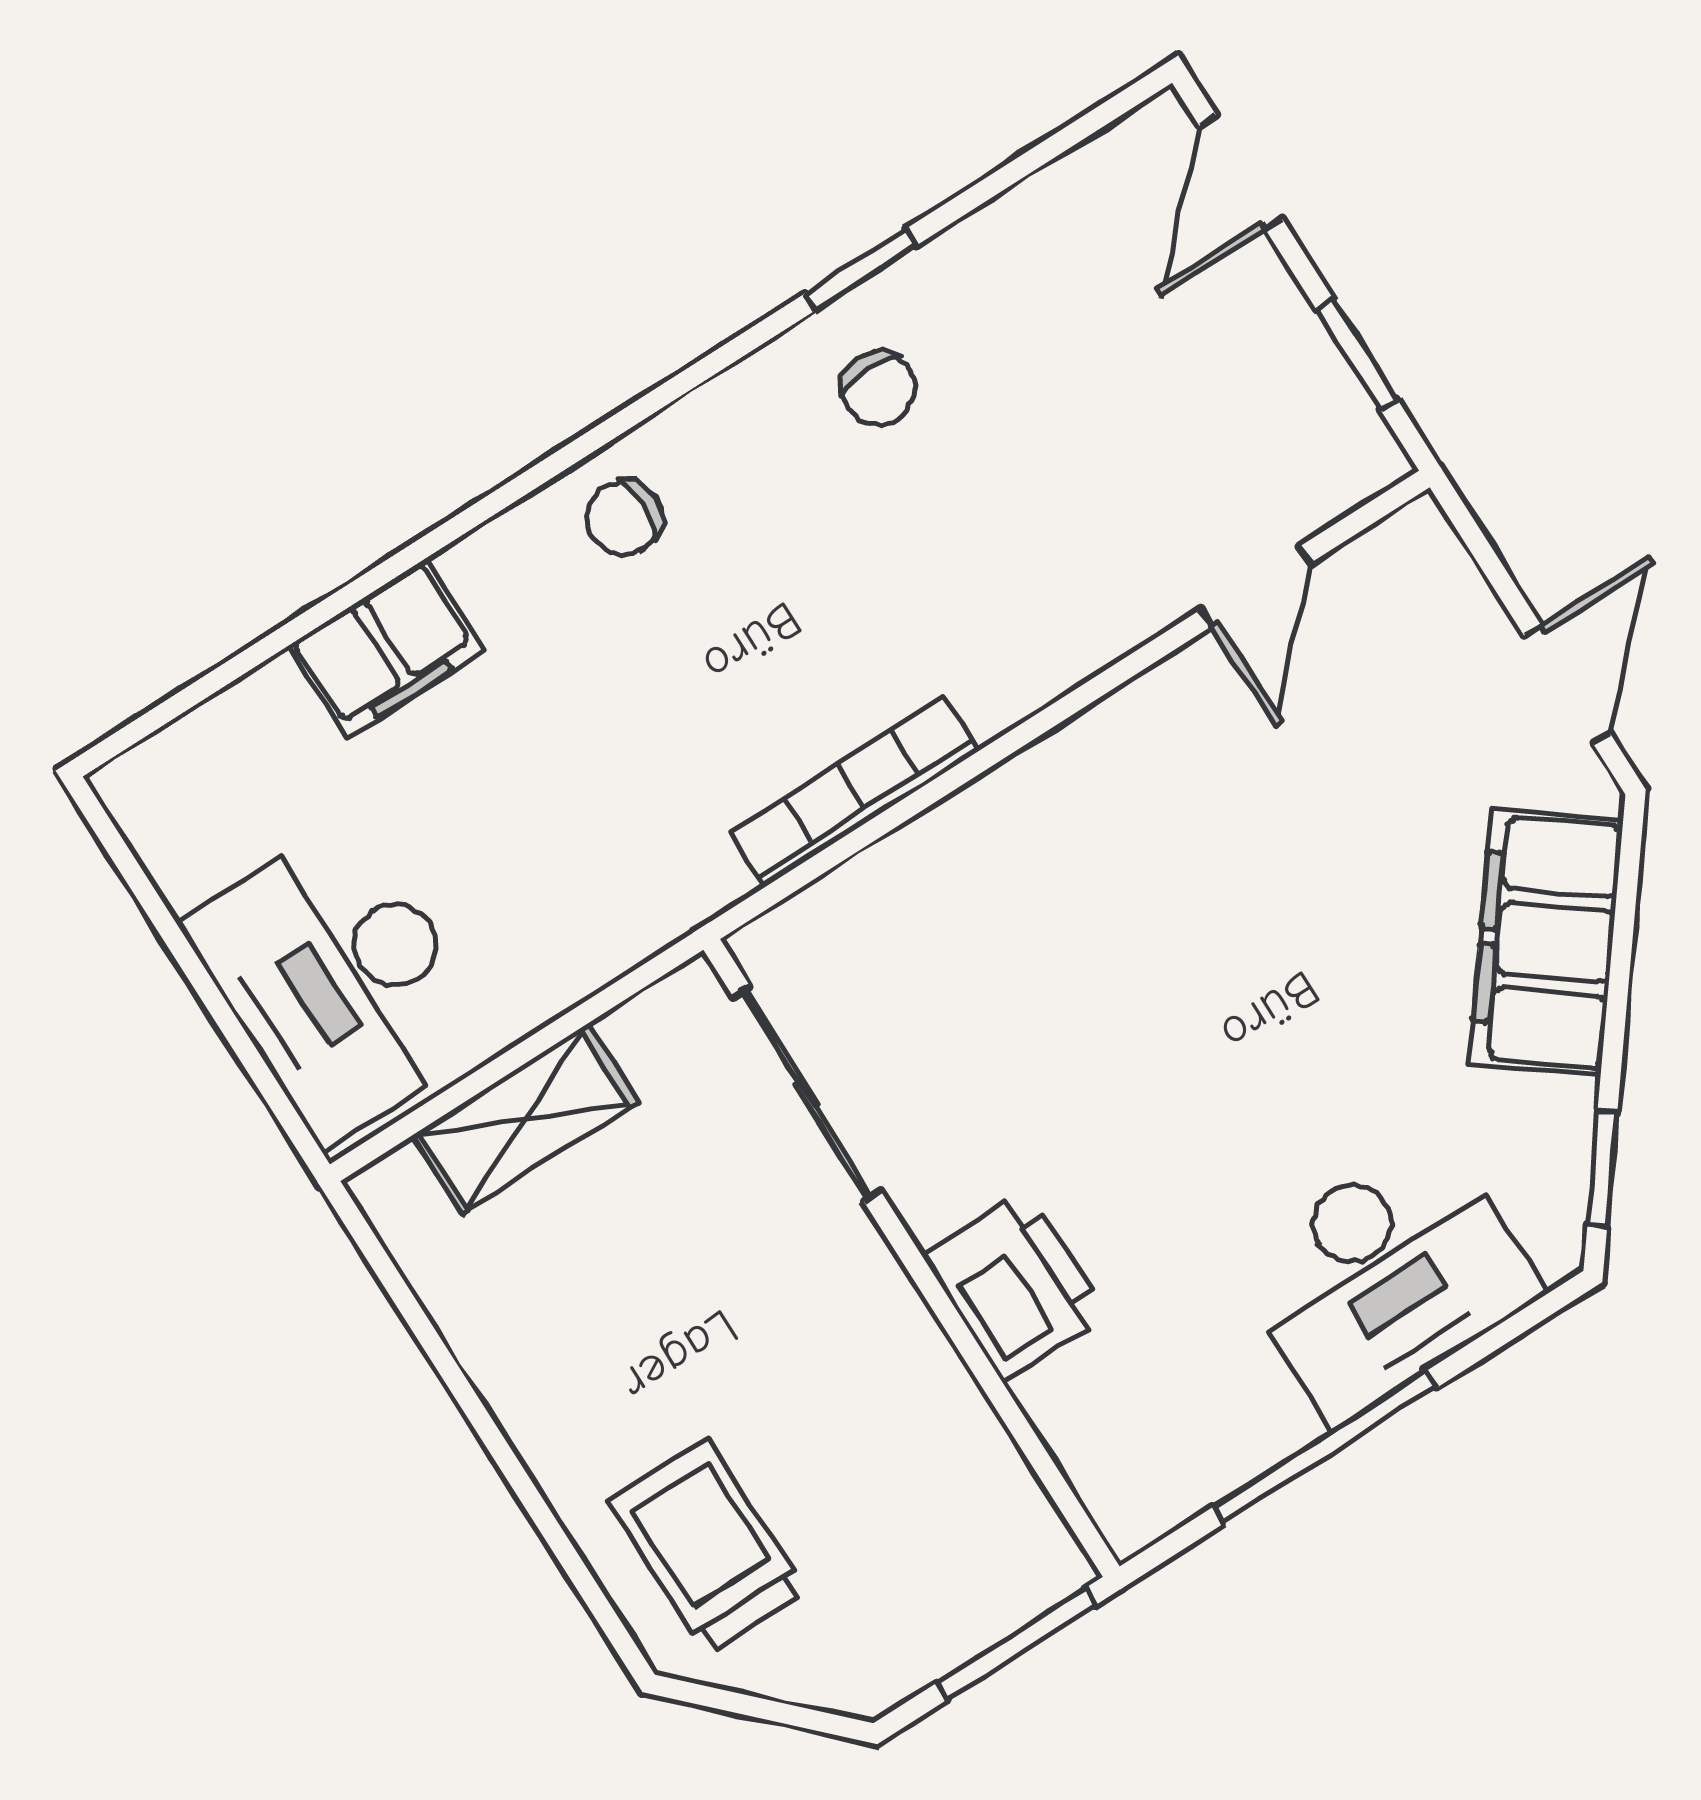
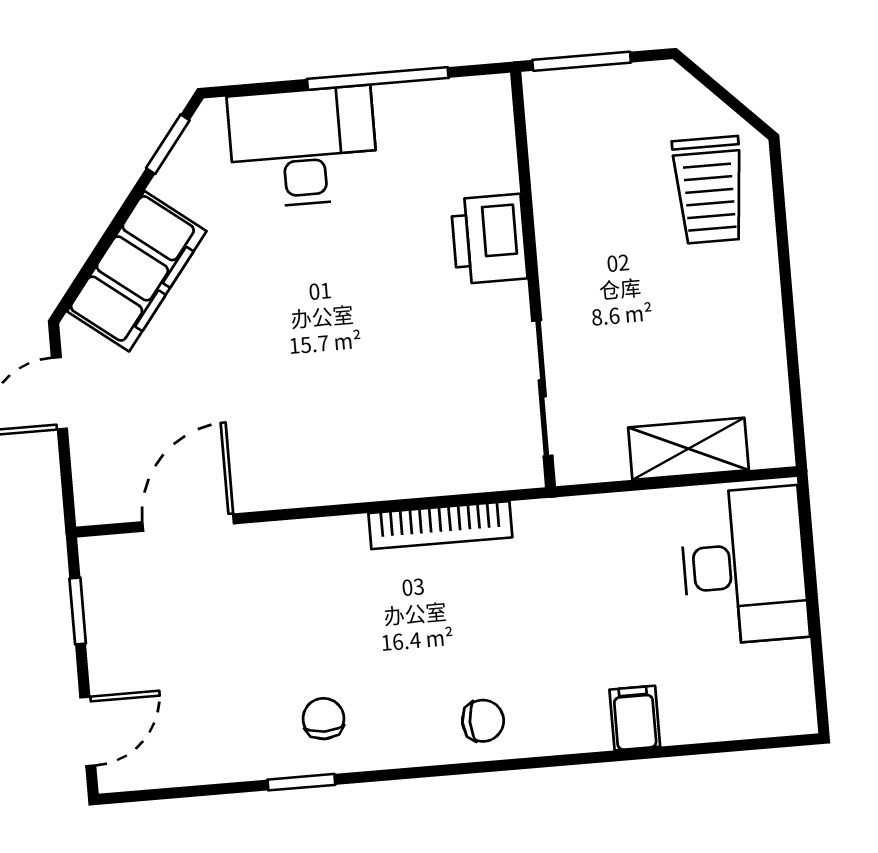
door: (1256, 586) -> (188, 523), width x1.37
filing cabinet: (386, 648) -> (635, 718), width x0.50

